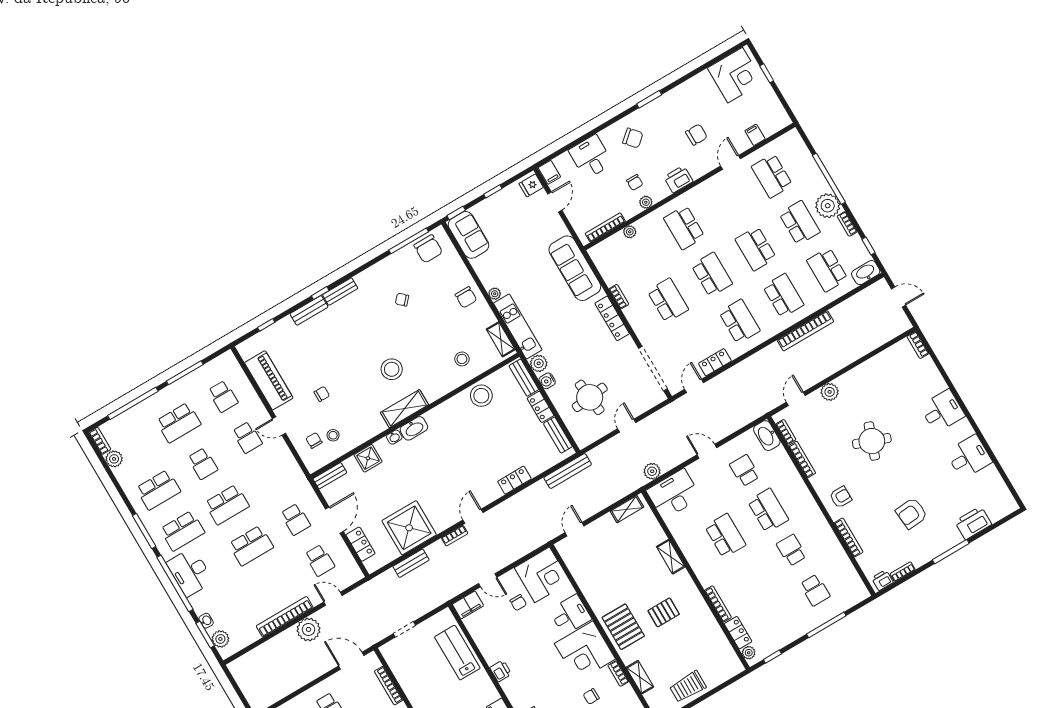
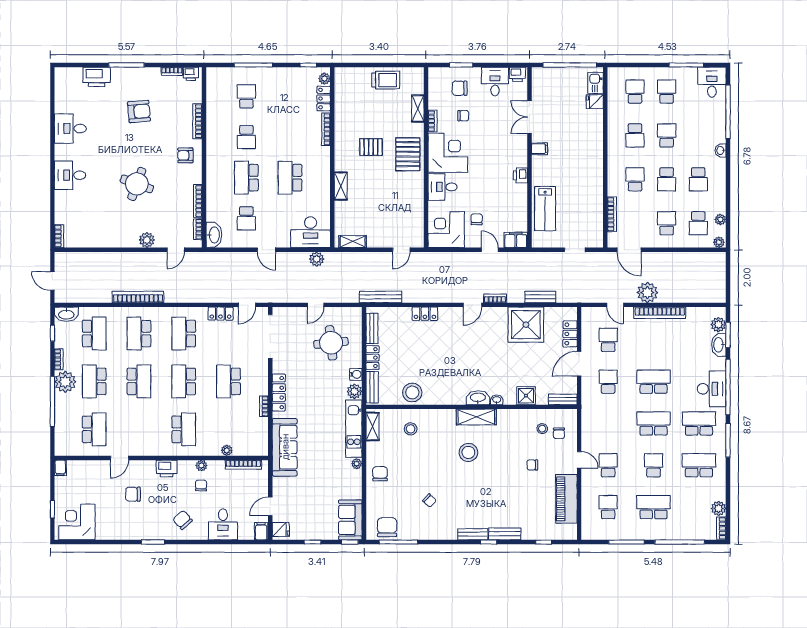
filing cabinet: (755, 135) -> (60, 468), moved
washbasin: (206, 621) -> (719, 345), width x1.91, depth x1.45

